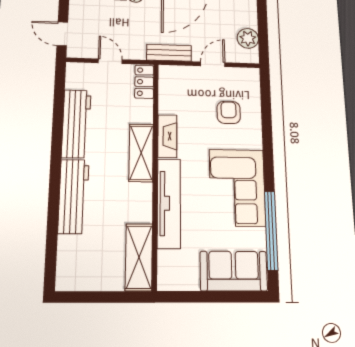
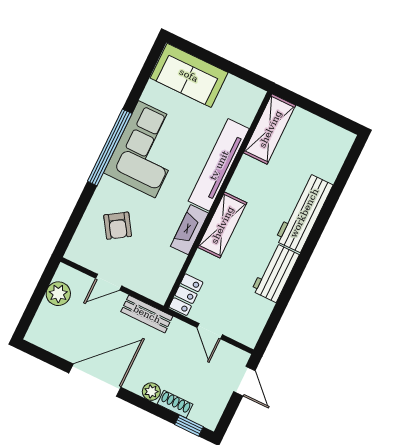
armchair: (229, 112) -> (118, 226), turned -33
workbench: (76, 124) -> (275, 273), width x0.73
window: (271, 230) -> (110, 147), moved

